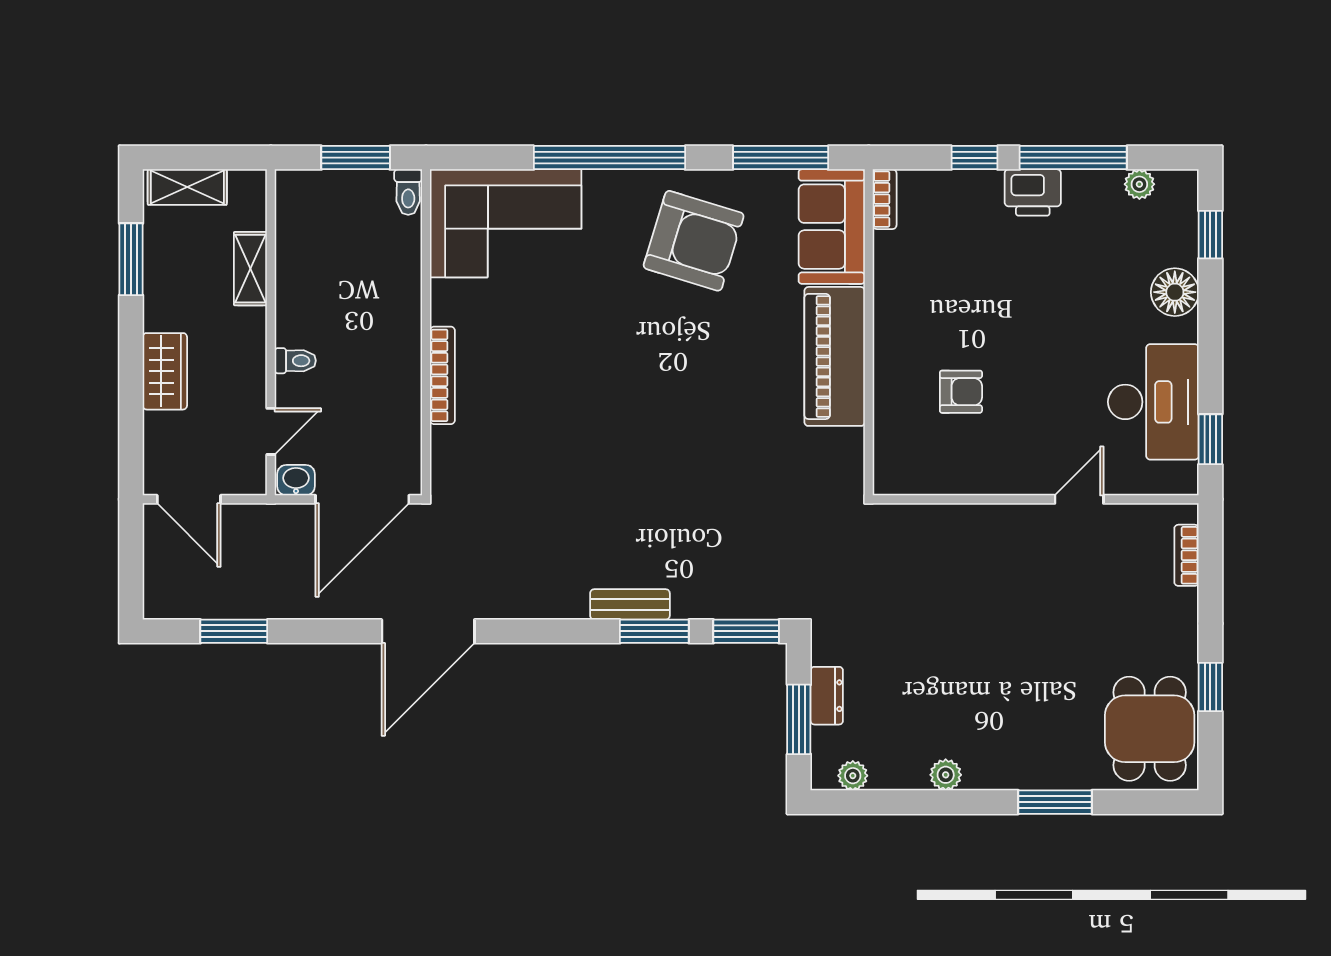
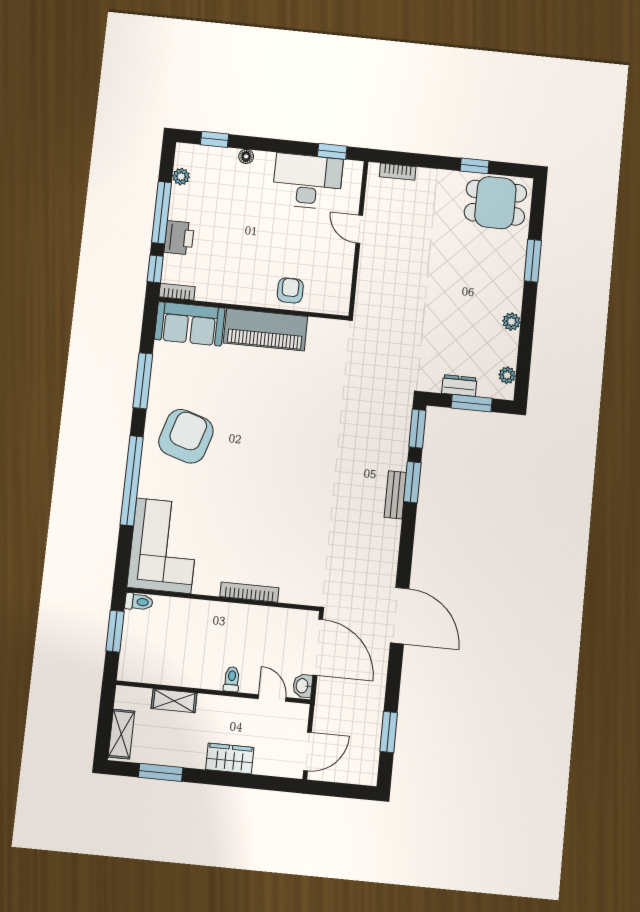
bookcase: (885, 199) -> (177, 292), moved
sofa: (832, 227) -> (190, 324), moved
floor lamp: (1175, 292) -> (246, 156), width x0.53, depth x0.53
wall: (869, 332) -> (254, 309), moved
piano: (835, 356) -> (266, 330), moved

